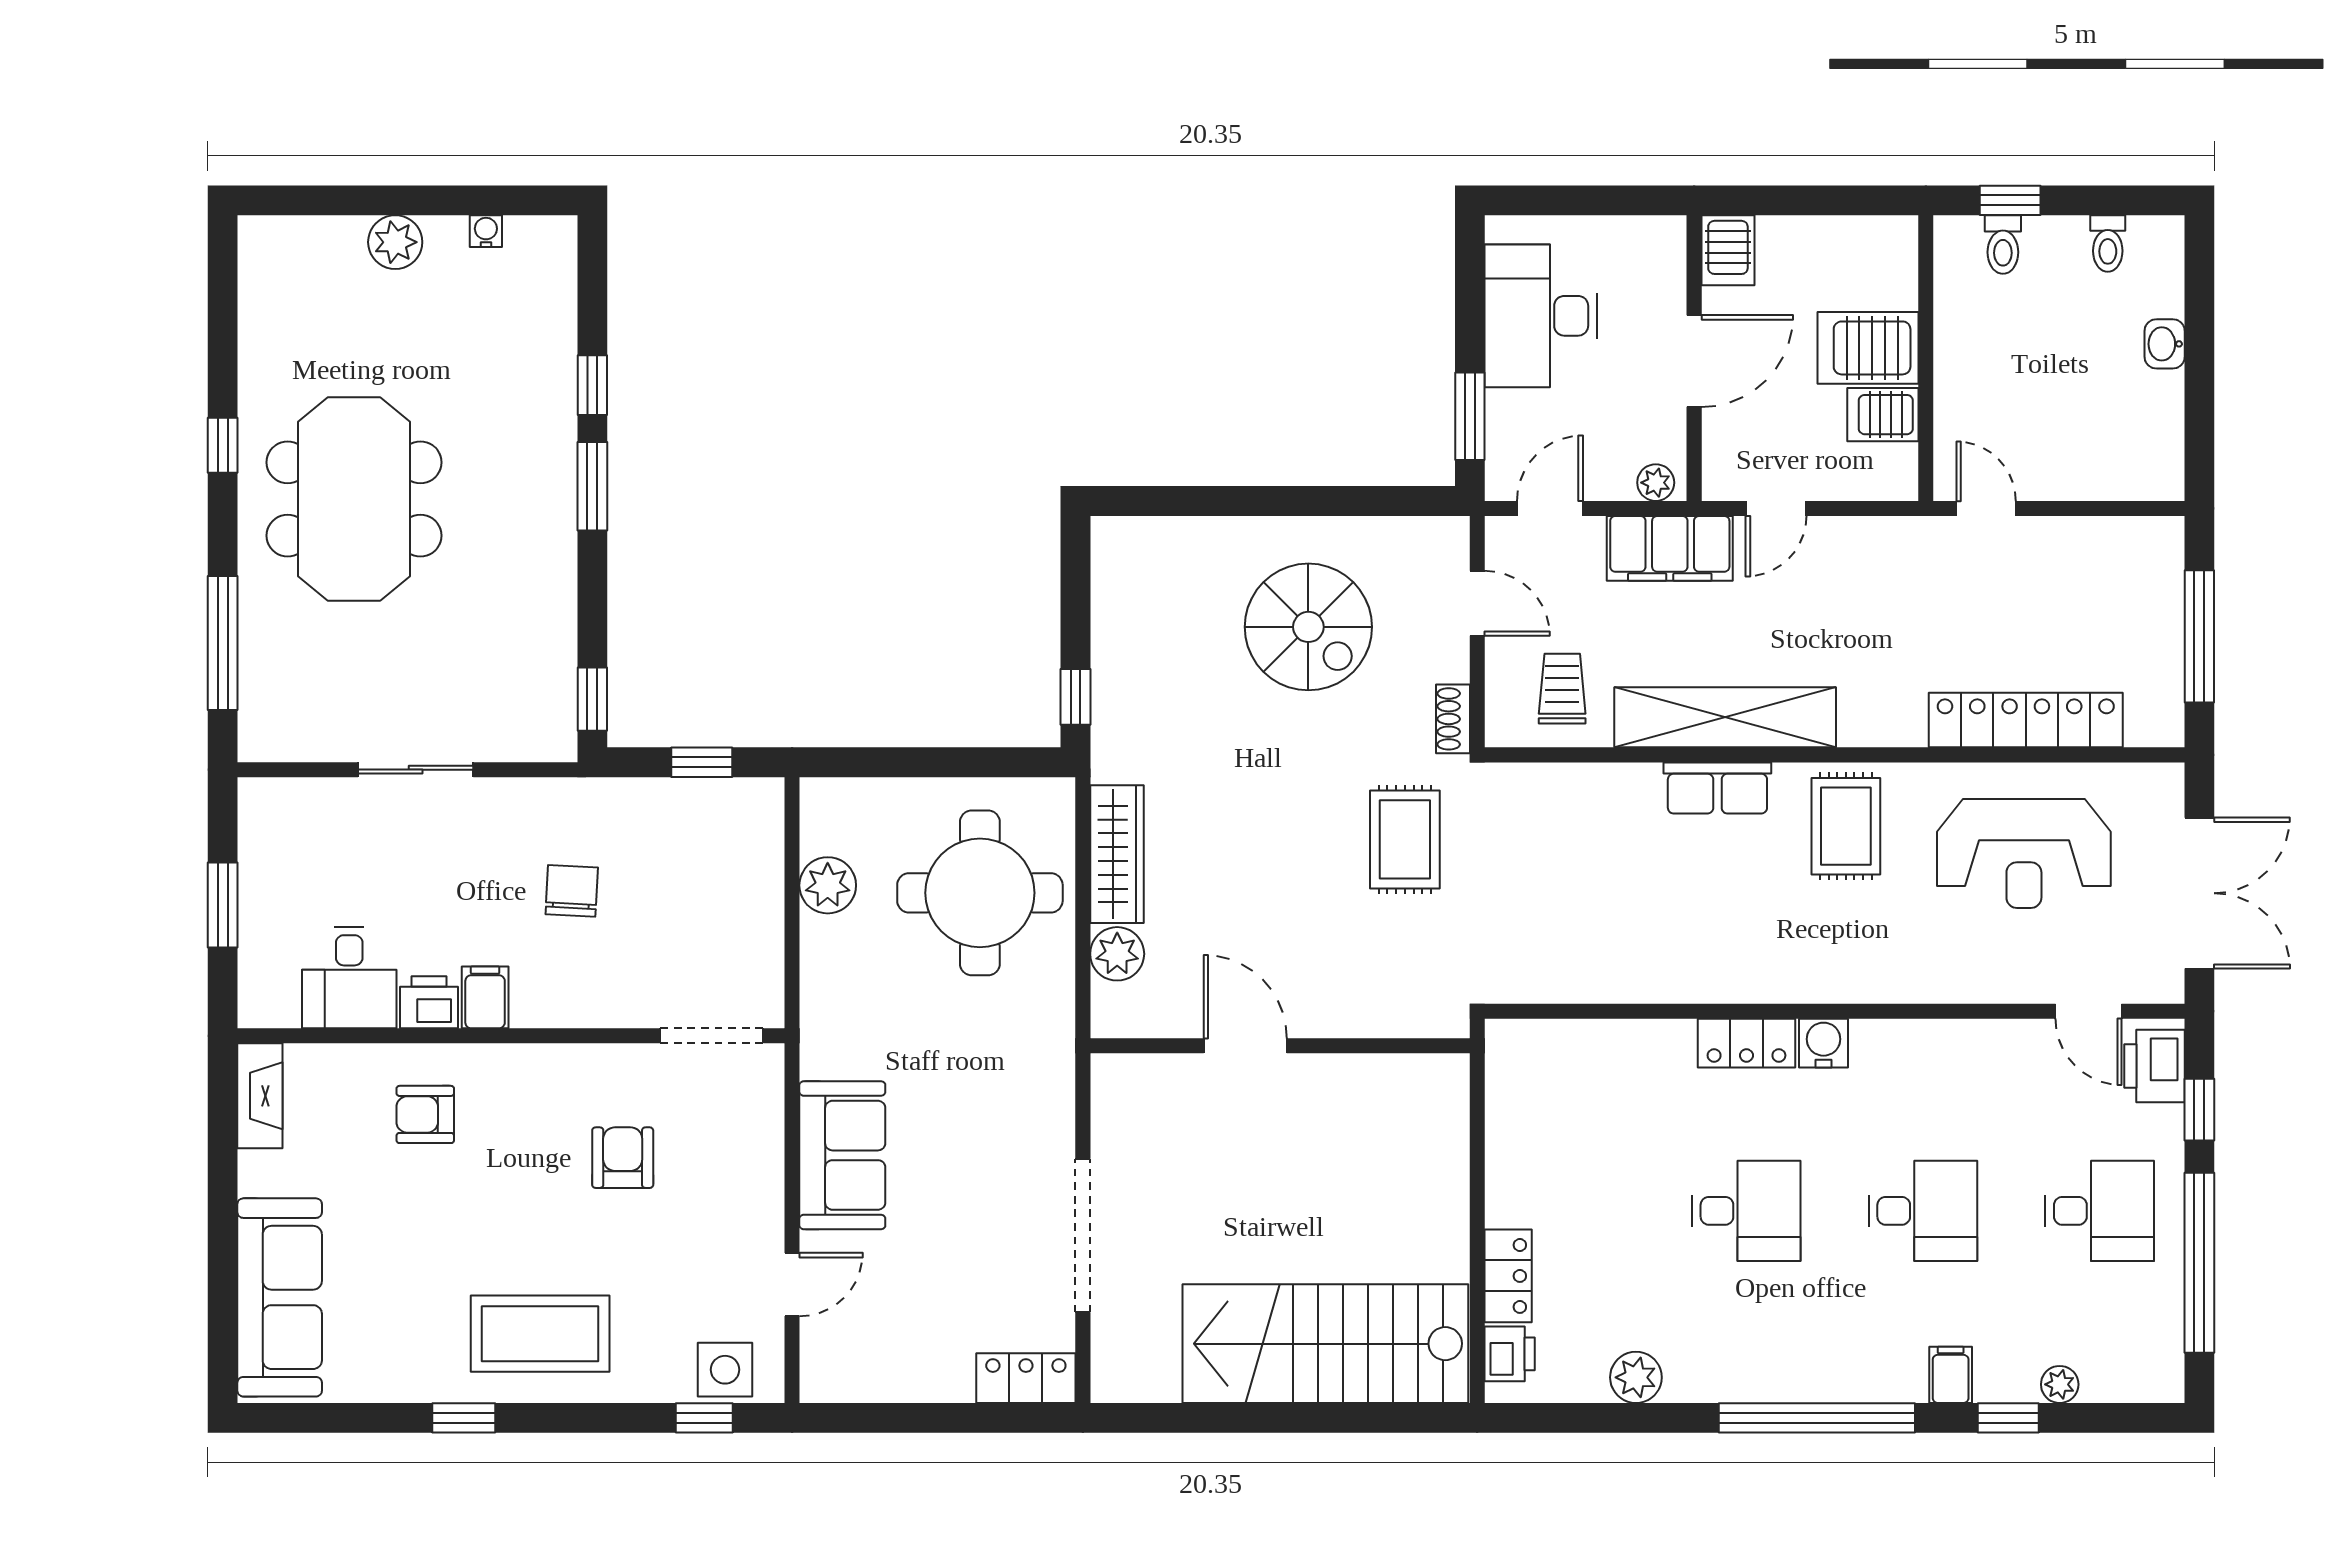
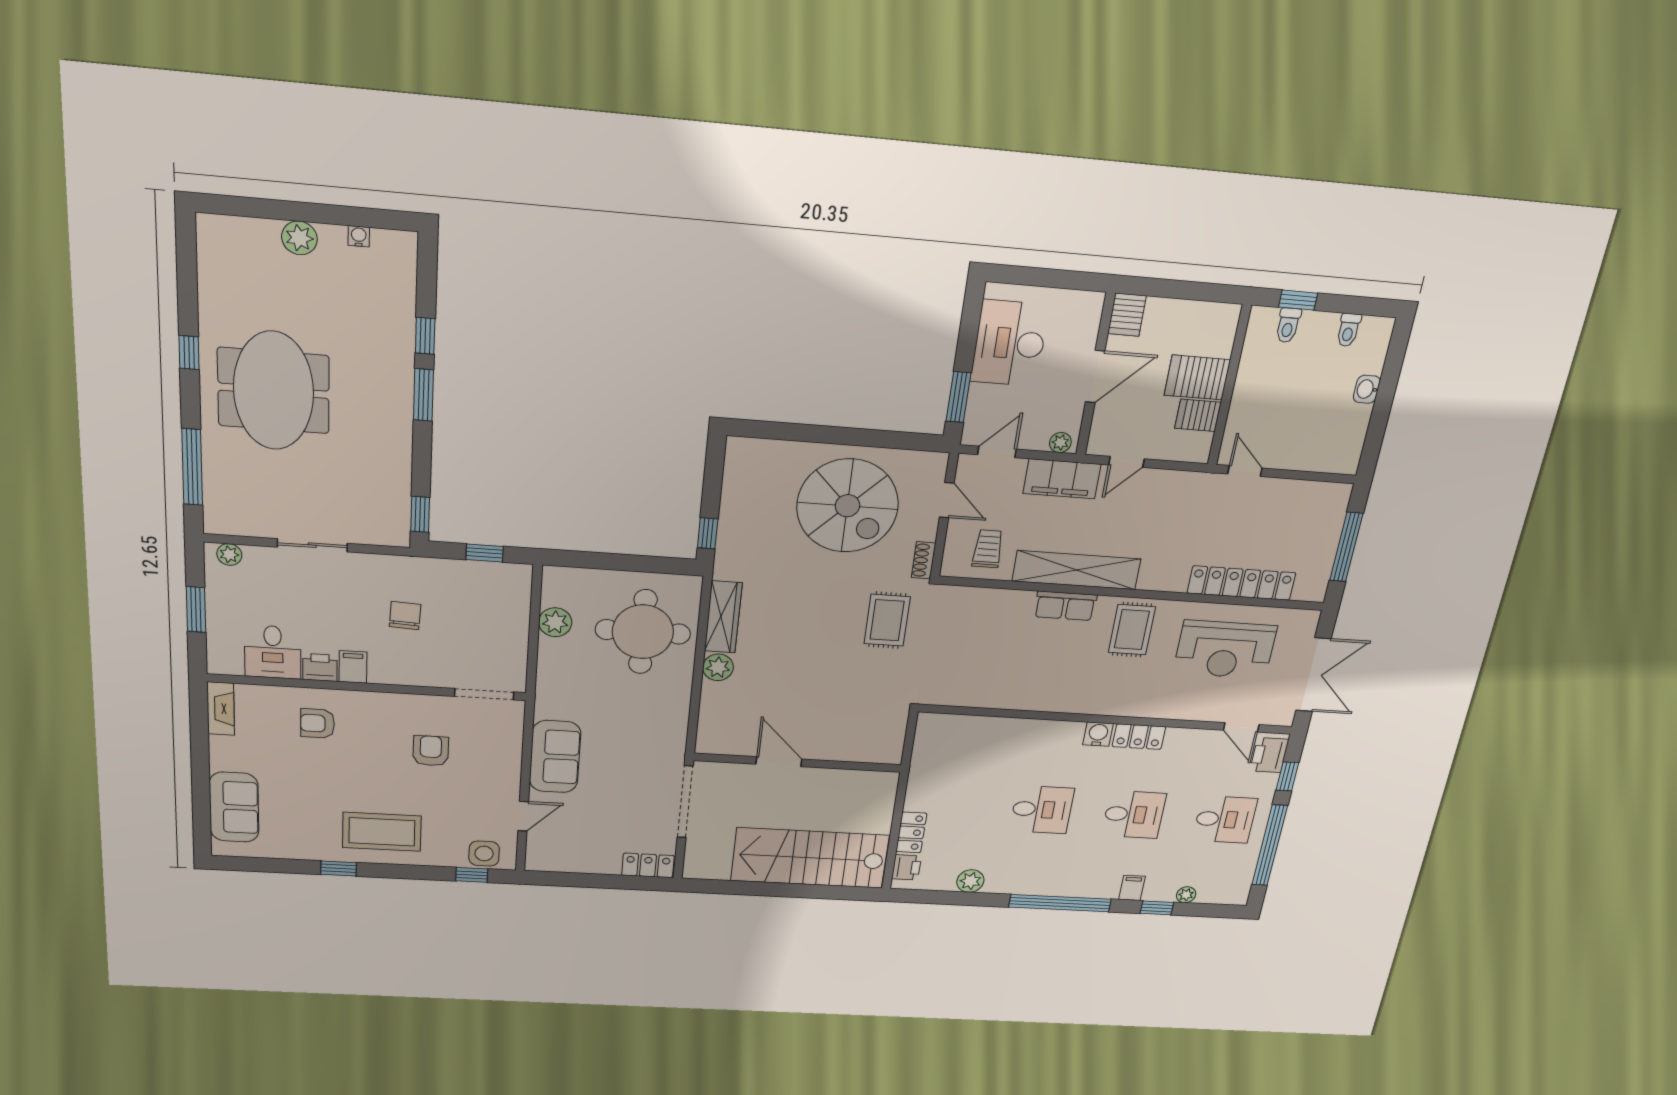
spiral stairs: (1308, 627) -> (847, 506), width x1.37, depth x1.37
plant: (279, 797) -> (229, 554), added
locker: (1746, 1043) -> (1139, 737), moved
door: (1245, 1046) -> (779, 762), moved
wall: (1280, 1046) -> (798, 763), moved
sofa: (280, 1297) -> (234, 807), width x0.73

